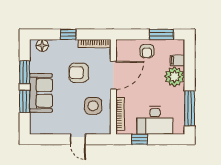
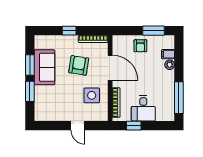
floor lamp: (42, 45) -> (46, 41), removed
armchair: (79, 73) -> (79, 65), turned 99
door: (113, 75) -> (110, 68), hinge flipped
plant: (175, 77) -> (170, 65), width x0.53, depth x0.53
sofa: (41, 93) -> (44, 67), moved
desk: (155, 120) -> (143, 108), width x0.73

